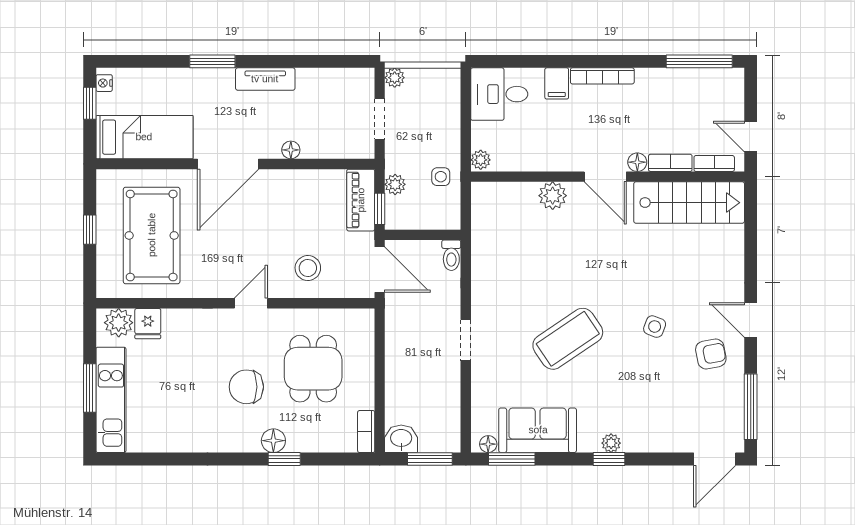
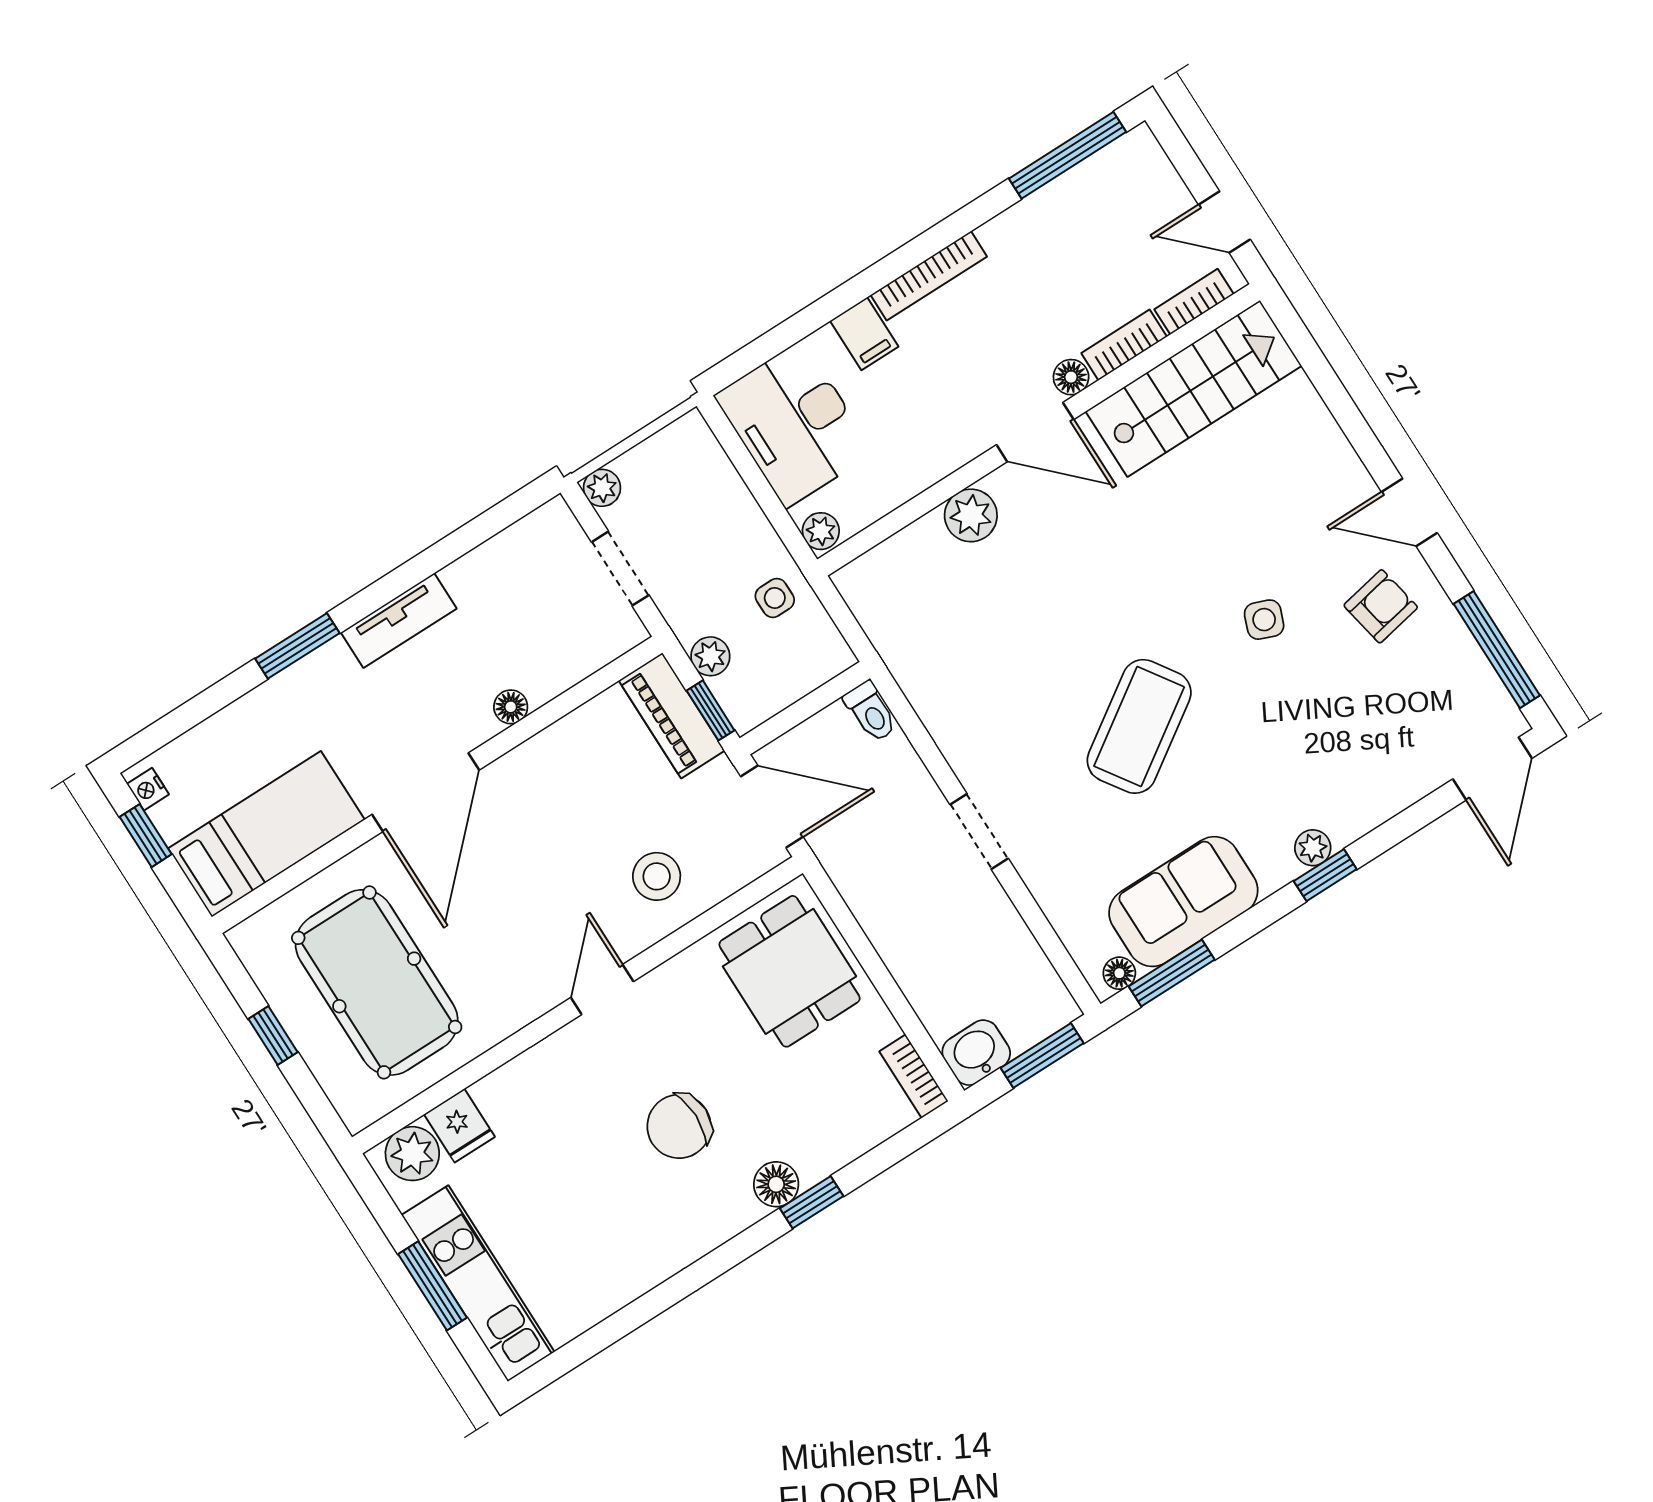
desk: (499, 94) -> (794, 424), width x1.37
dining table: (313, 369) -> (790, 971), moved

